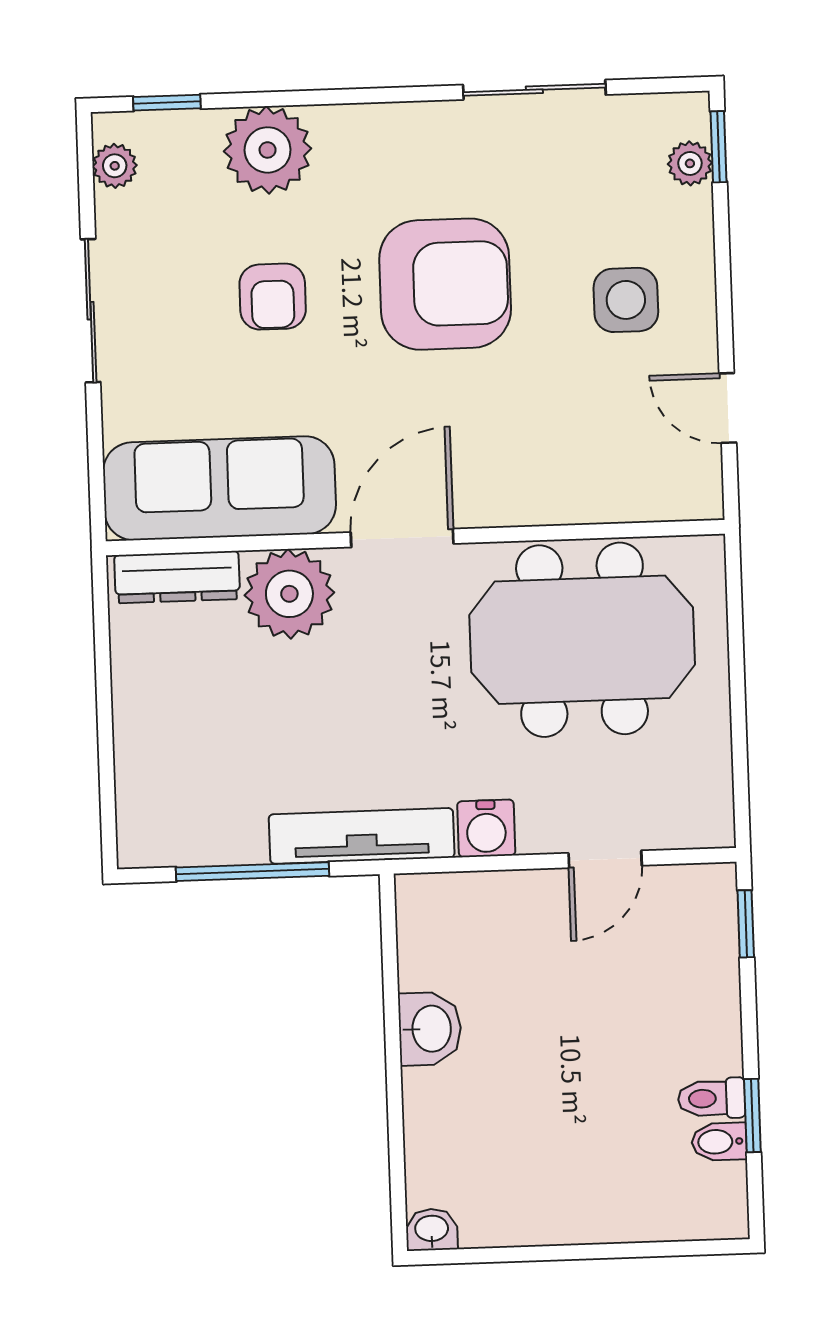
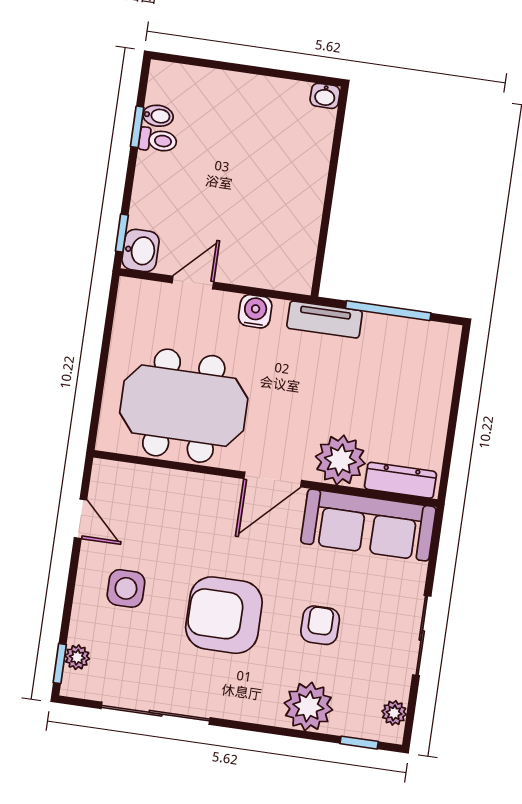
sliding door: (534, 90) -> (156, 713), width x1.37
tv unit: (362, 836) -> (325, 319), width x0.71
washbasin: (430, 1029) -> (141, 251), moved, turned 180

